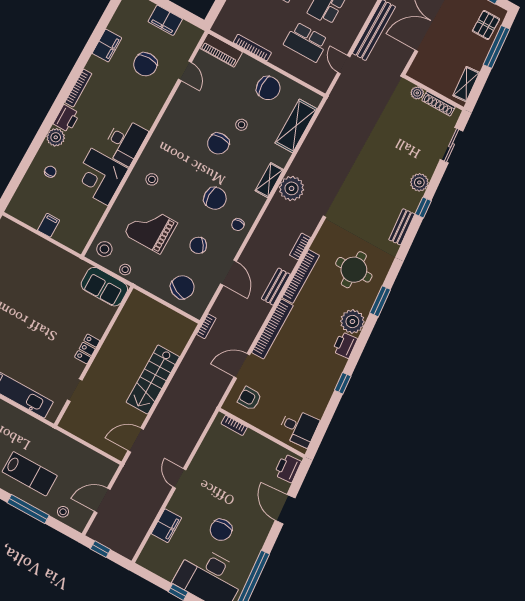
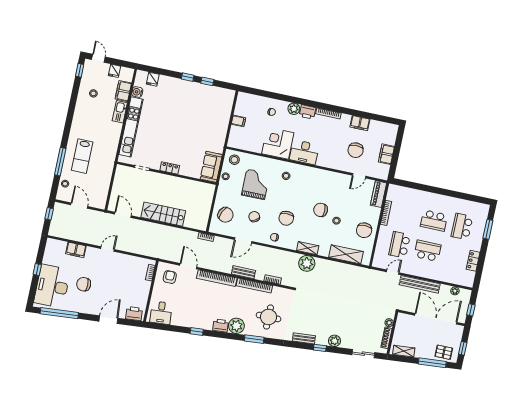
chair: (145, 64) -> (356, 150), turned -90

